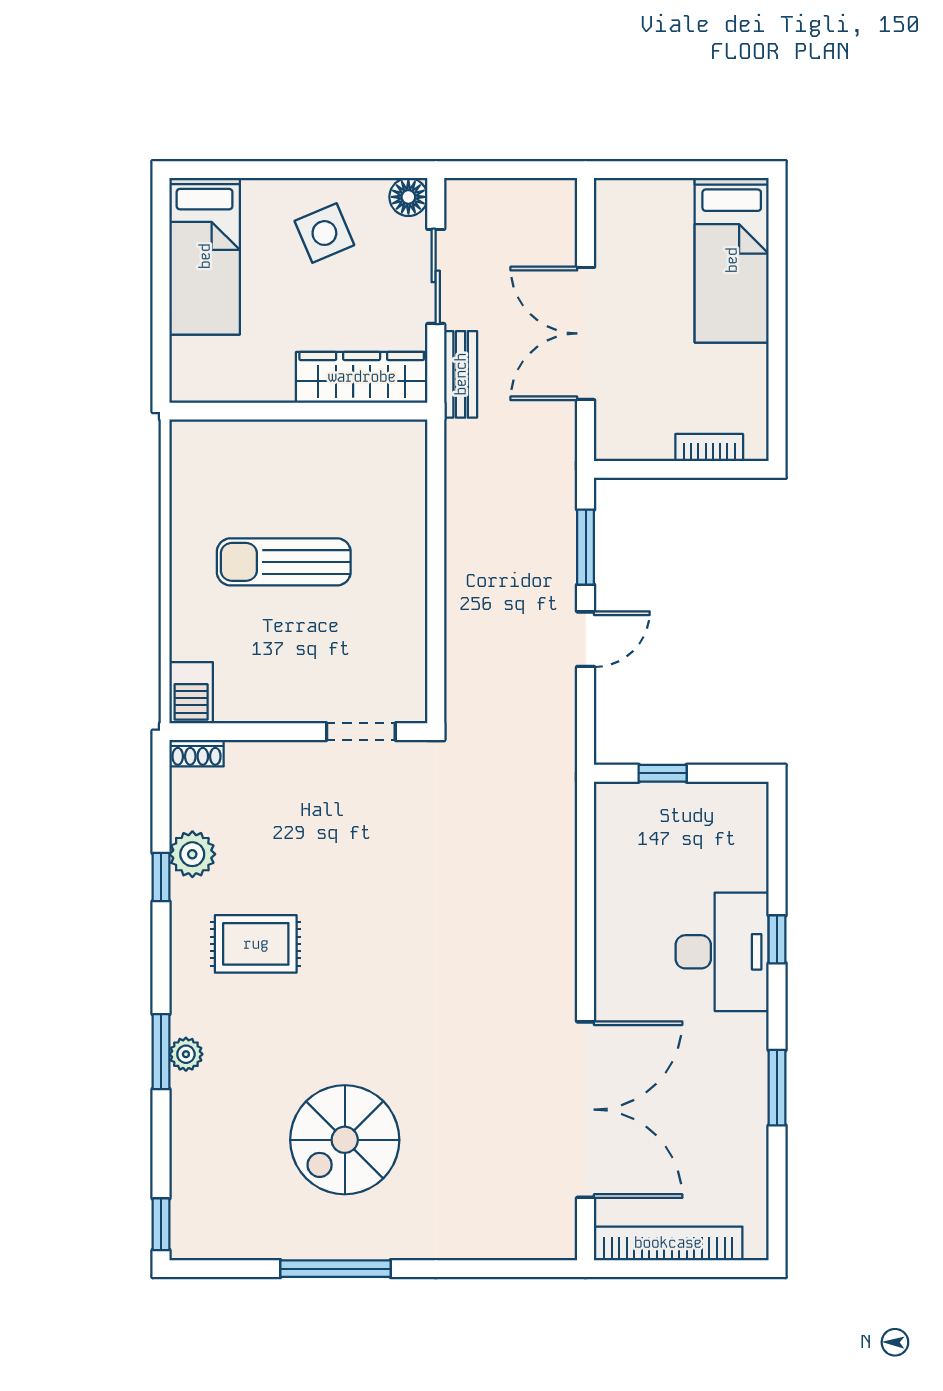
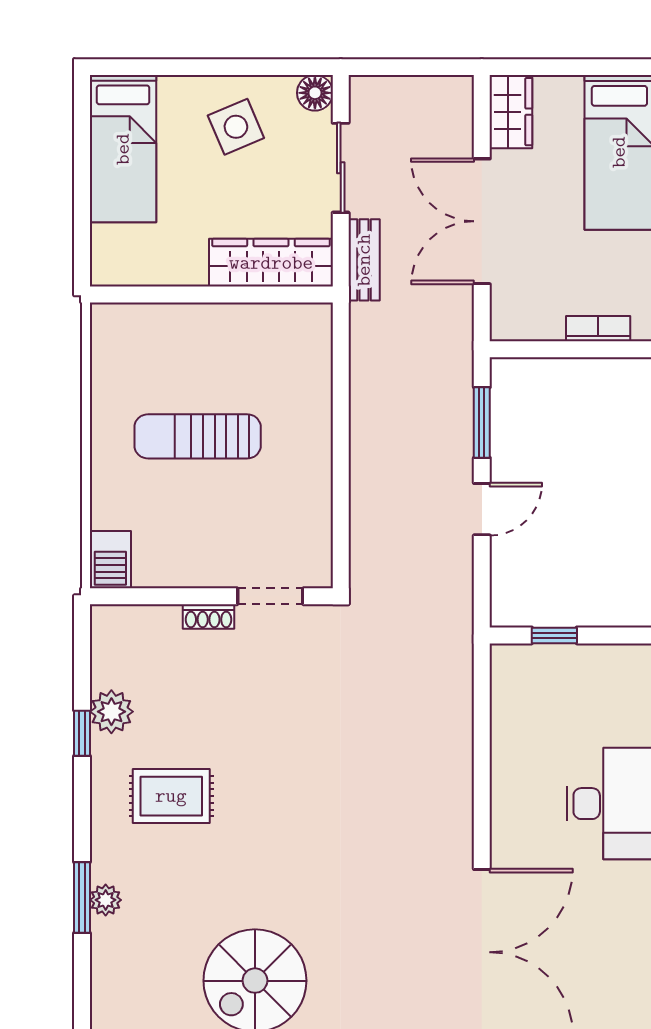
wardrobe: (617, 217) -> (511, 112), added
shoe rack: (197, 753) -> (209, 617), moved

